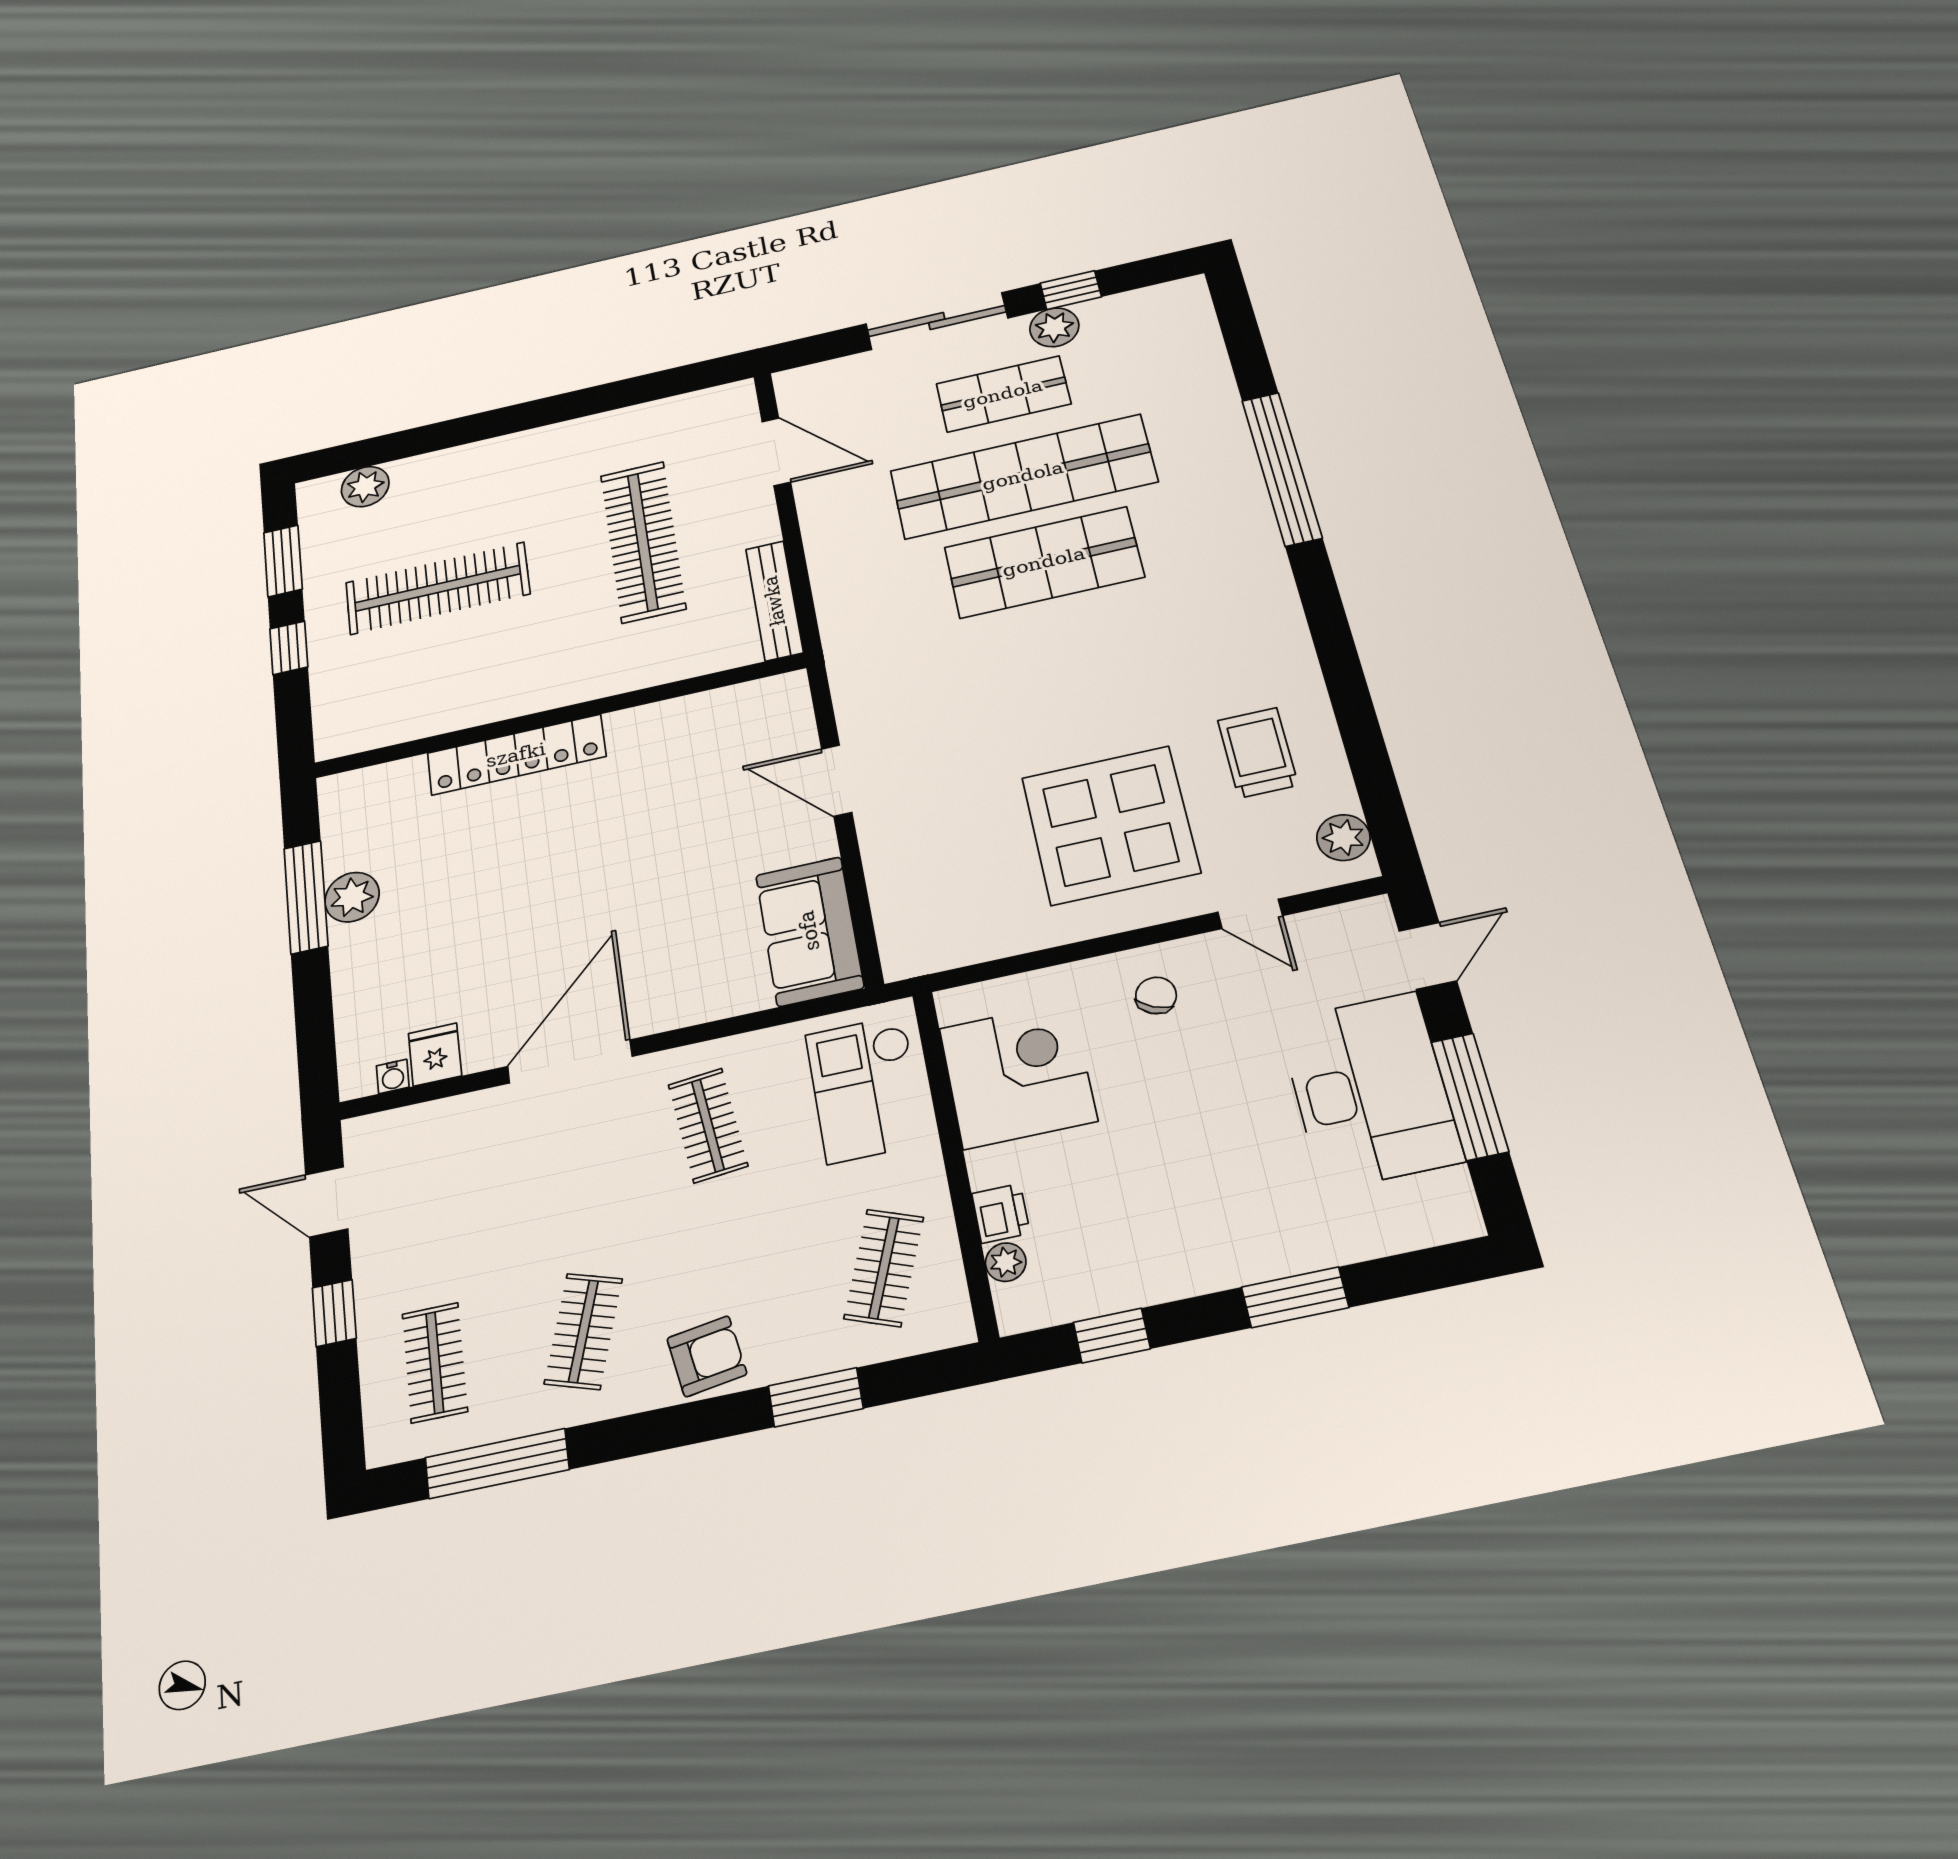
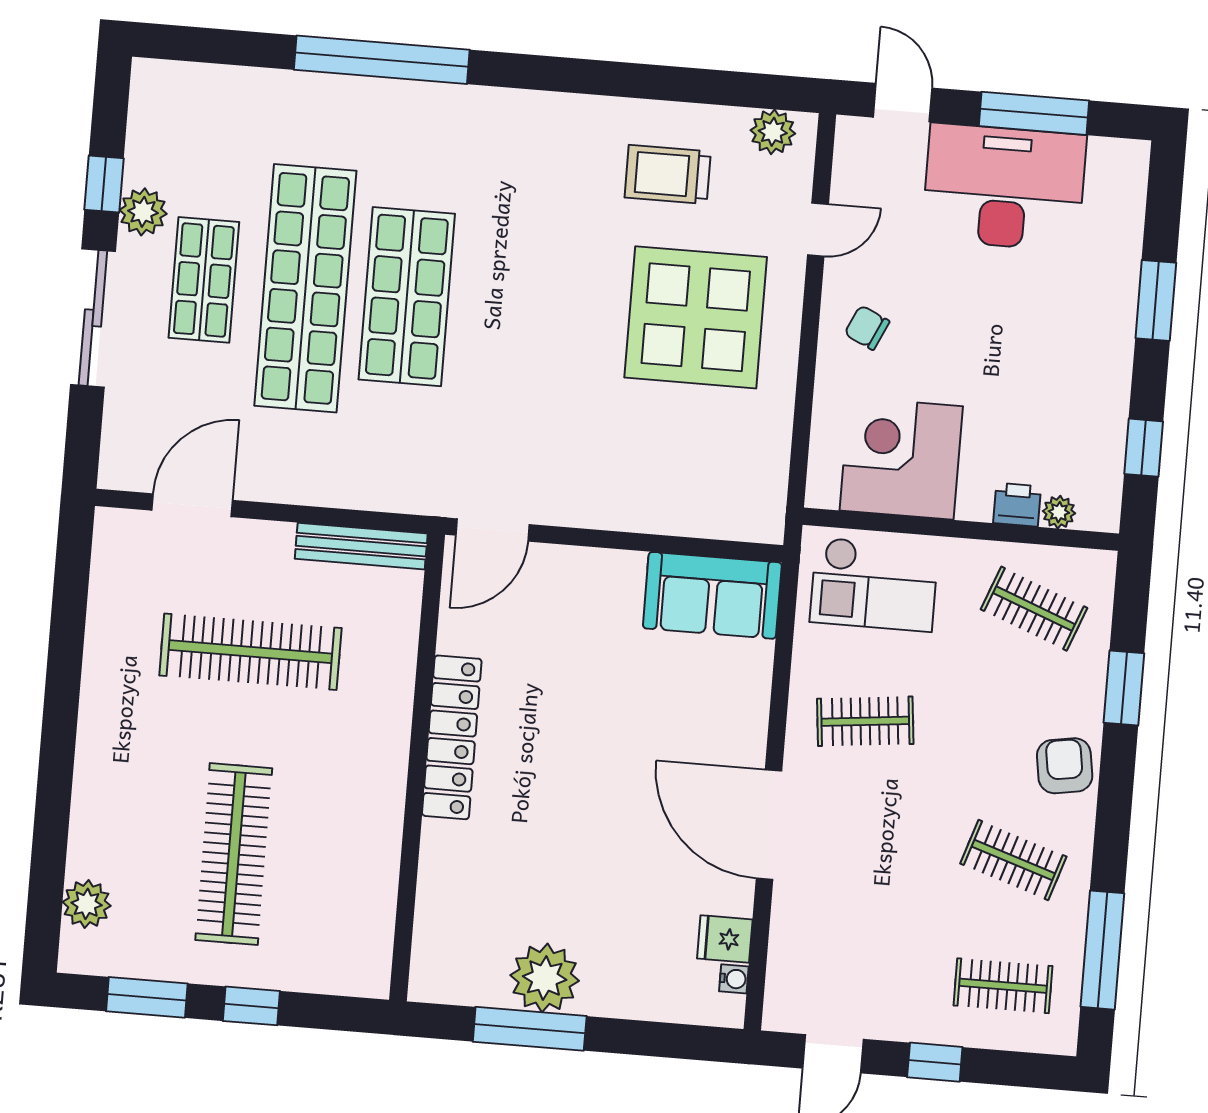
locker: (516, 755) -> (452, 737), moved
door: (837, 781) -> (492, 530), moved
plant: (352, 897) -> (545, 978), width x1.36, depth x1.36

